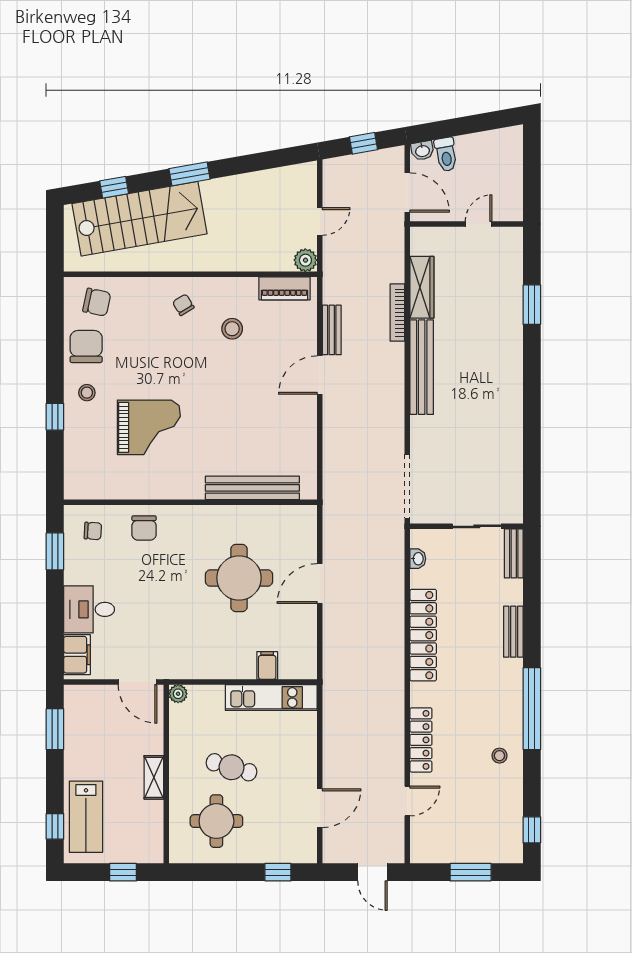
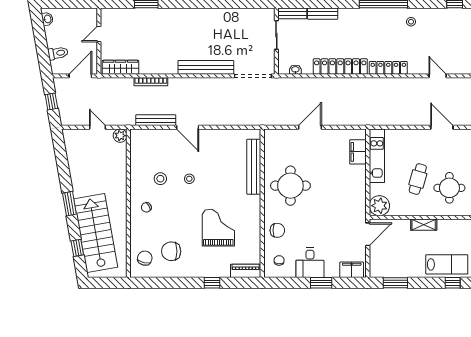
washbasin: (422, 151) -> (47, 19), moved
door: (479, 224) -> (99, 34), hinge flipped
wardrobe: (422, 287) -> (121, 67), moved
piano: (285, 288) -> (246, 271), moved, turned -90
bench: (332, 330) -> (156, 120), width x1.36
chair: (86, 347) -> (171, 251), moved
bench: (422, 367) -> (206, 67), moved
stool: (87, 393) -> (189, 179), moved
window: (55, 551) -> (321, 283), moved
round table: (239, 578) -> (290, 186), moved
door: (320, 584) -> (310, 127), swing flipped
desk: (89, 609) -> (310, 263), moved
bench: (513, 632) -> (323, 14), moved
filing cabinet: (267, 665) -> (358, 152), width x2.00
plant: (178, 694) -> (379, 206), width x1.88, depth x1.88
locker: (421, 740) -> (388, 68), moved

